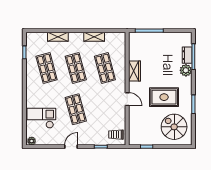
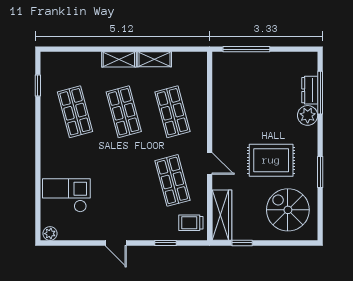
shelving: (58, 37) -> (119, 59), moved
wardrobe: (135, 71) -> (222, 215), moved, width x1.50
shop shelf: (76, 109) -> (172, 180), moved
door: (71, 147) -> (116, 243), swing flipped

